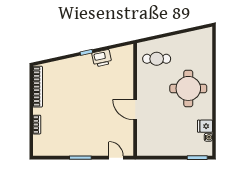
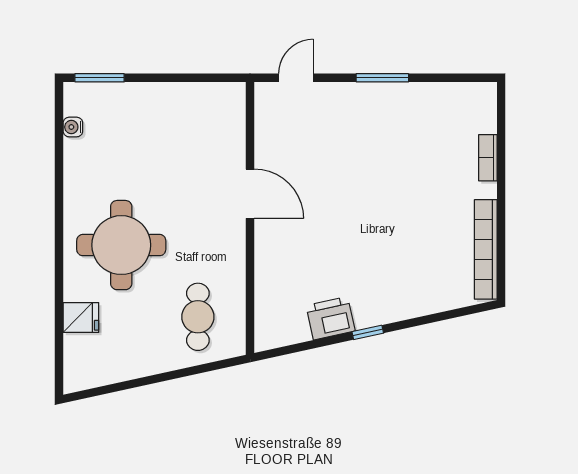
cafe table: (157, 59) -> (198, 317), turned 90
fridge: (205, 126) -> (81, 317), moved
door: (116, 158) -> (296, 78), swing flipped

